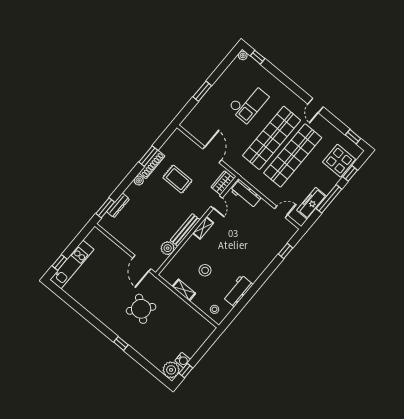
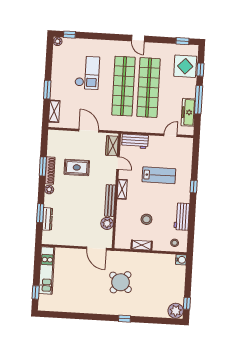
shelving: (194, 115) -> (54, 111), added
window: (105, 208) -> (40, 213), moved
lab bench: (245, 240) -> (159, 175), added
window: (285, 251) -> (194, 187), moved
kitchen unit: (72, 264) -> (47, 271), moved
water cooler: (183, 360) -> (181, 260), moved

